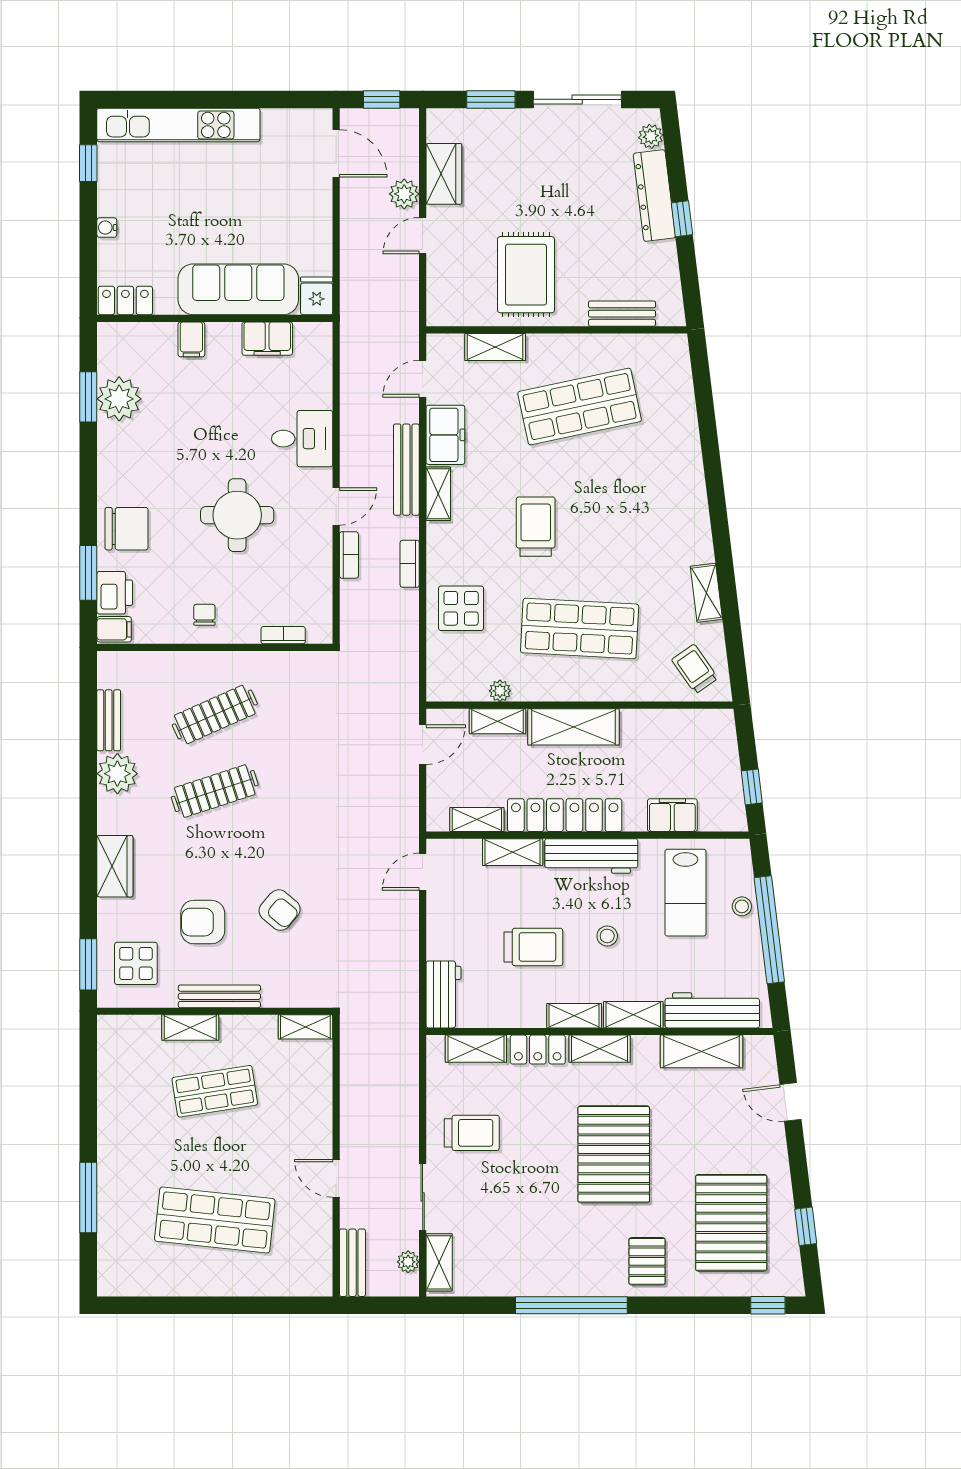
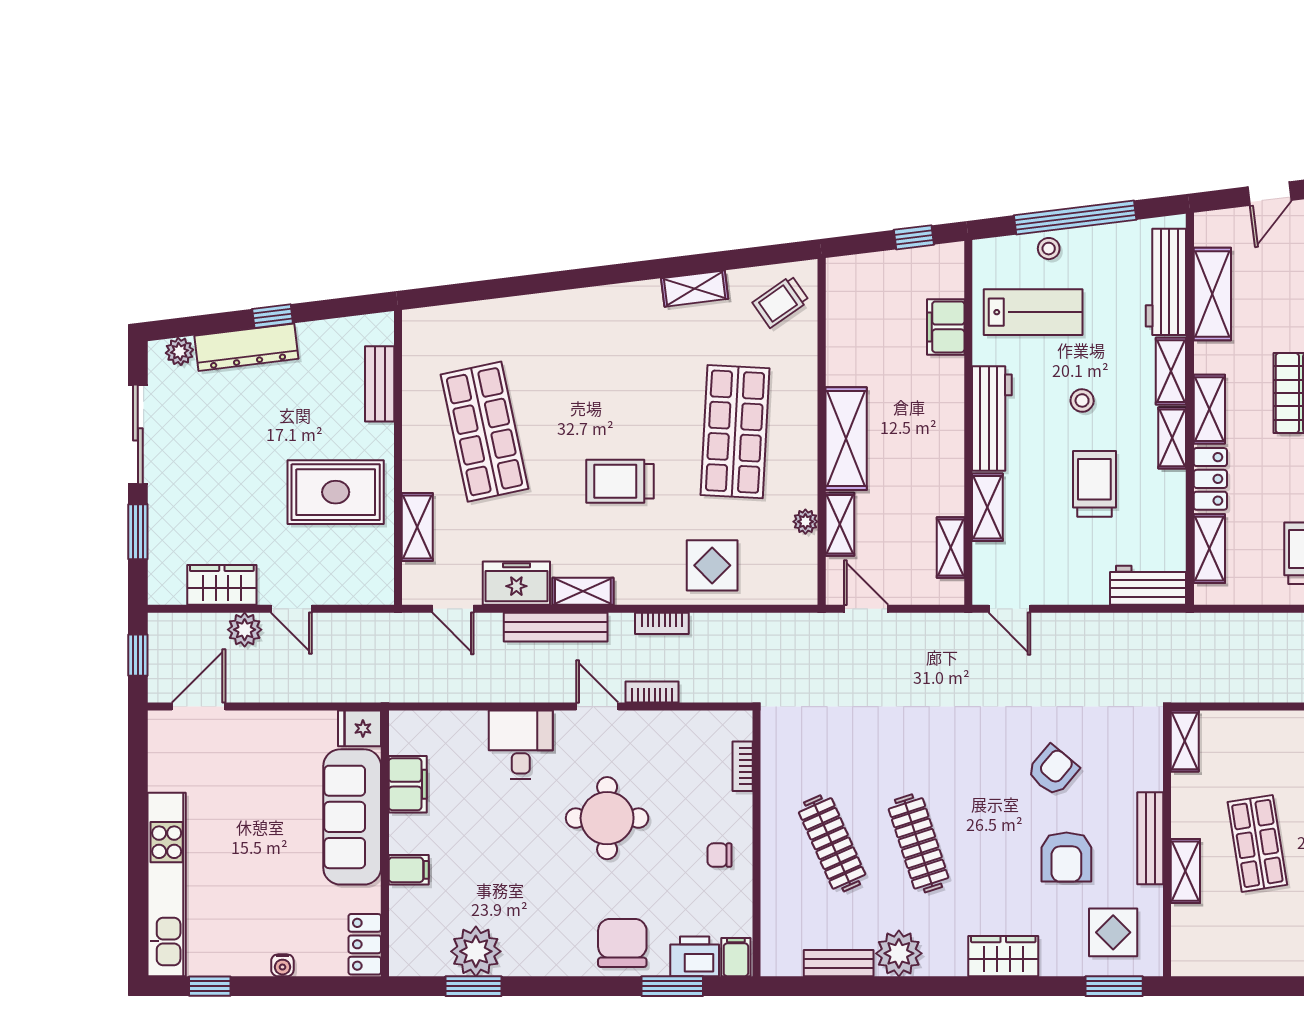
locker: (565, 815) -> (946, 448), removed

